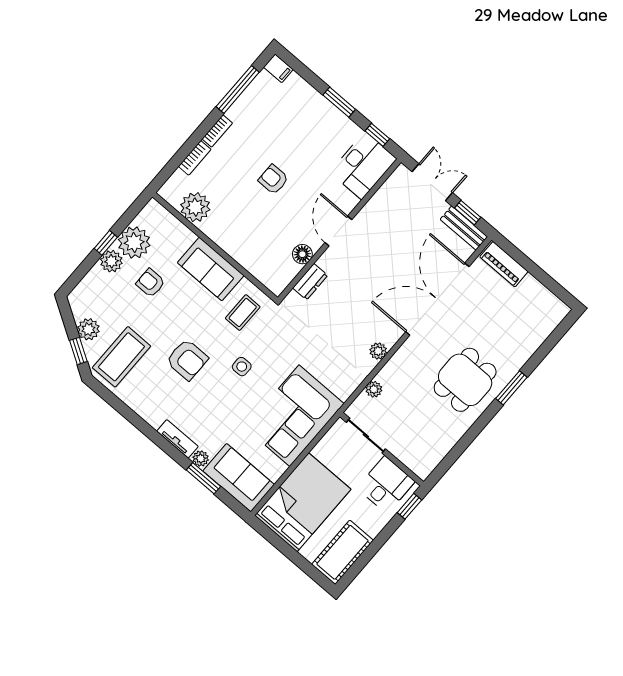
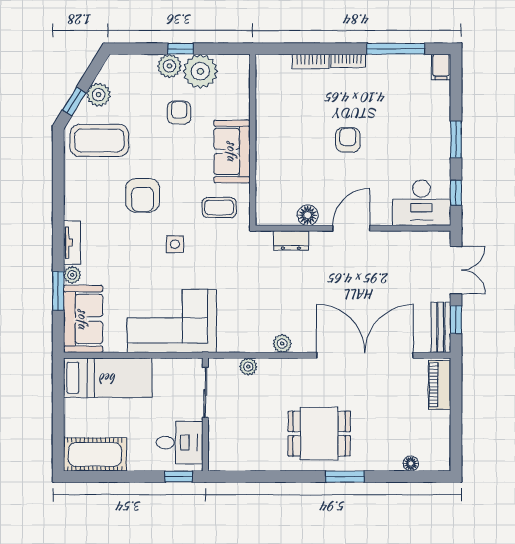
plant: (195, 207) -> (271, 96), removed
floor lamp: (542, 333) -> (411, 464), added
bed: (303, 502) -> (108, 378), width x0.67

